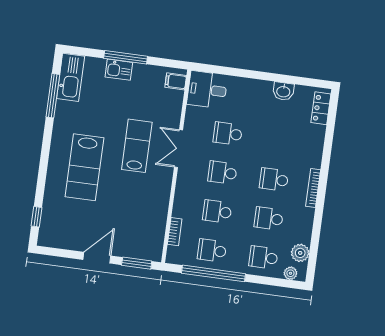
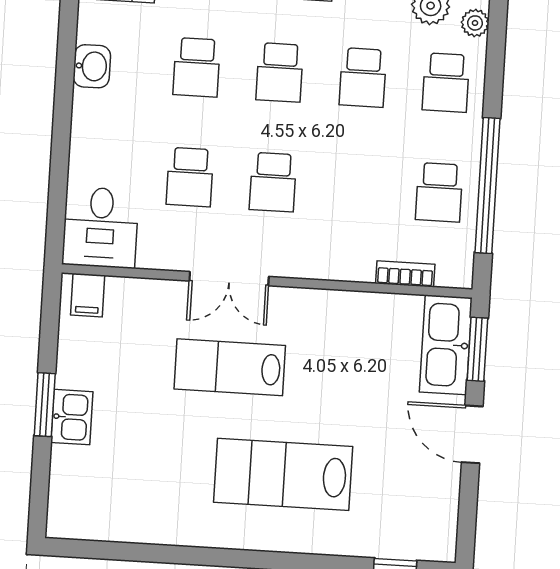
window: (126, 57) -> (45, 405), width x0.69
kitchen sink: (71, 77) -> (446, 345), moved, turned -90
window: (53, 96) -> (137, 552), removed
lab bench: (84, 167) -> (283, 474), turned 180
school desk: (217, 212) -> (197, 67), moved

